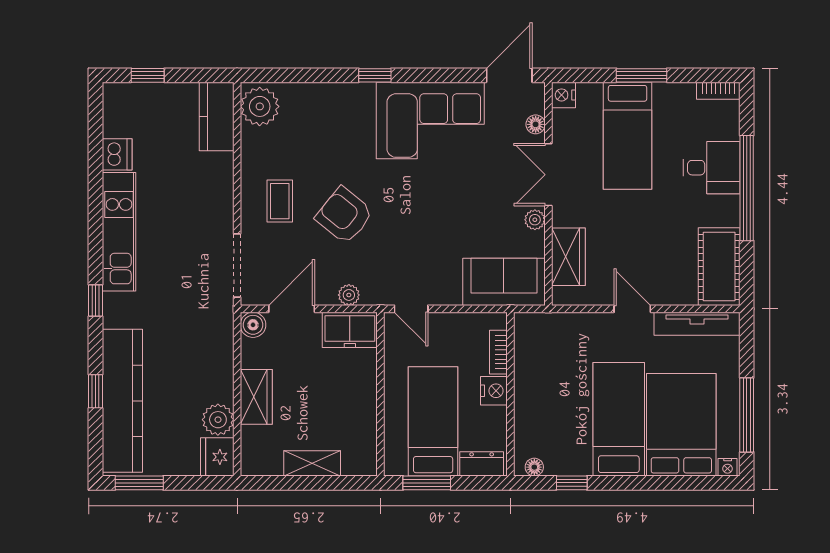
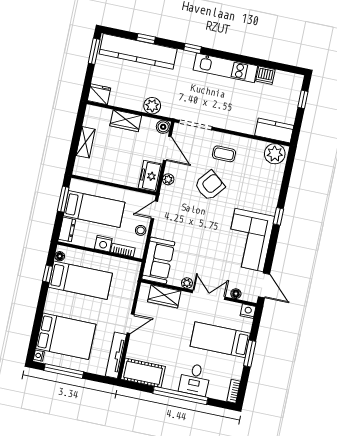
stool: (455, 326) -> (141, 230), added
bed: (619, 419) -> (80, 280), moved
plant: (218, 420) -> (152, 106), moved

